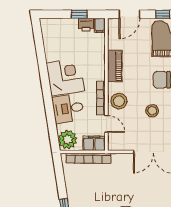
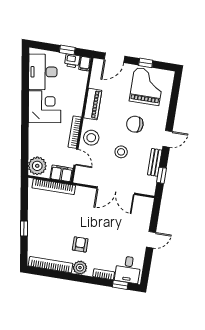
desk: (68, 108) -> (43, 72), moved, width x1.37

